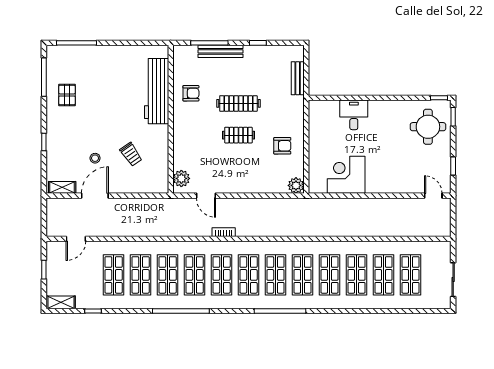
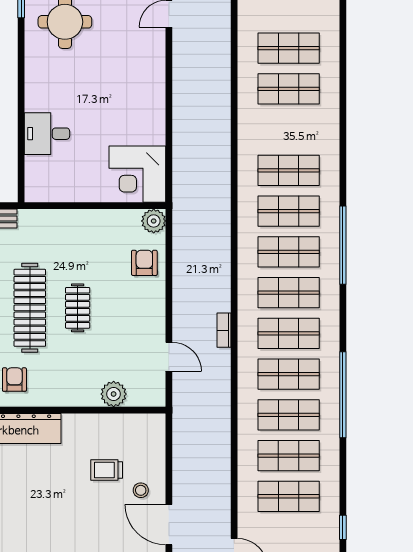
clothes rail: (238, 103) -> (30, 308), width x1.37, depth x1.31
armchair: (282, 146) -> (144, 263), moved
trolley: (131, 154) -> (107, 470), turned -145
stool: (95, 158) -> (141, 490), moved
corner desk: (346, 175) -> (137, 174), moved
plant: (181, 178) -> (114, 394), moved
door: (206, 196) -> (169, 357), hinge flipped
shop shelf: (357, 275) -> (289, 130), removed

